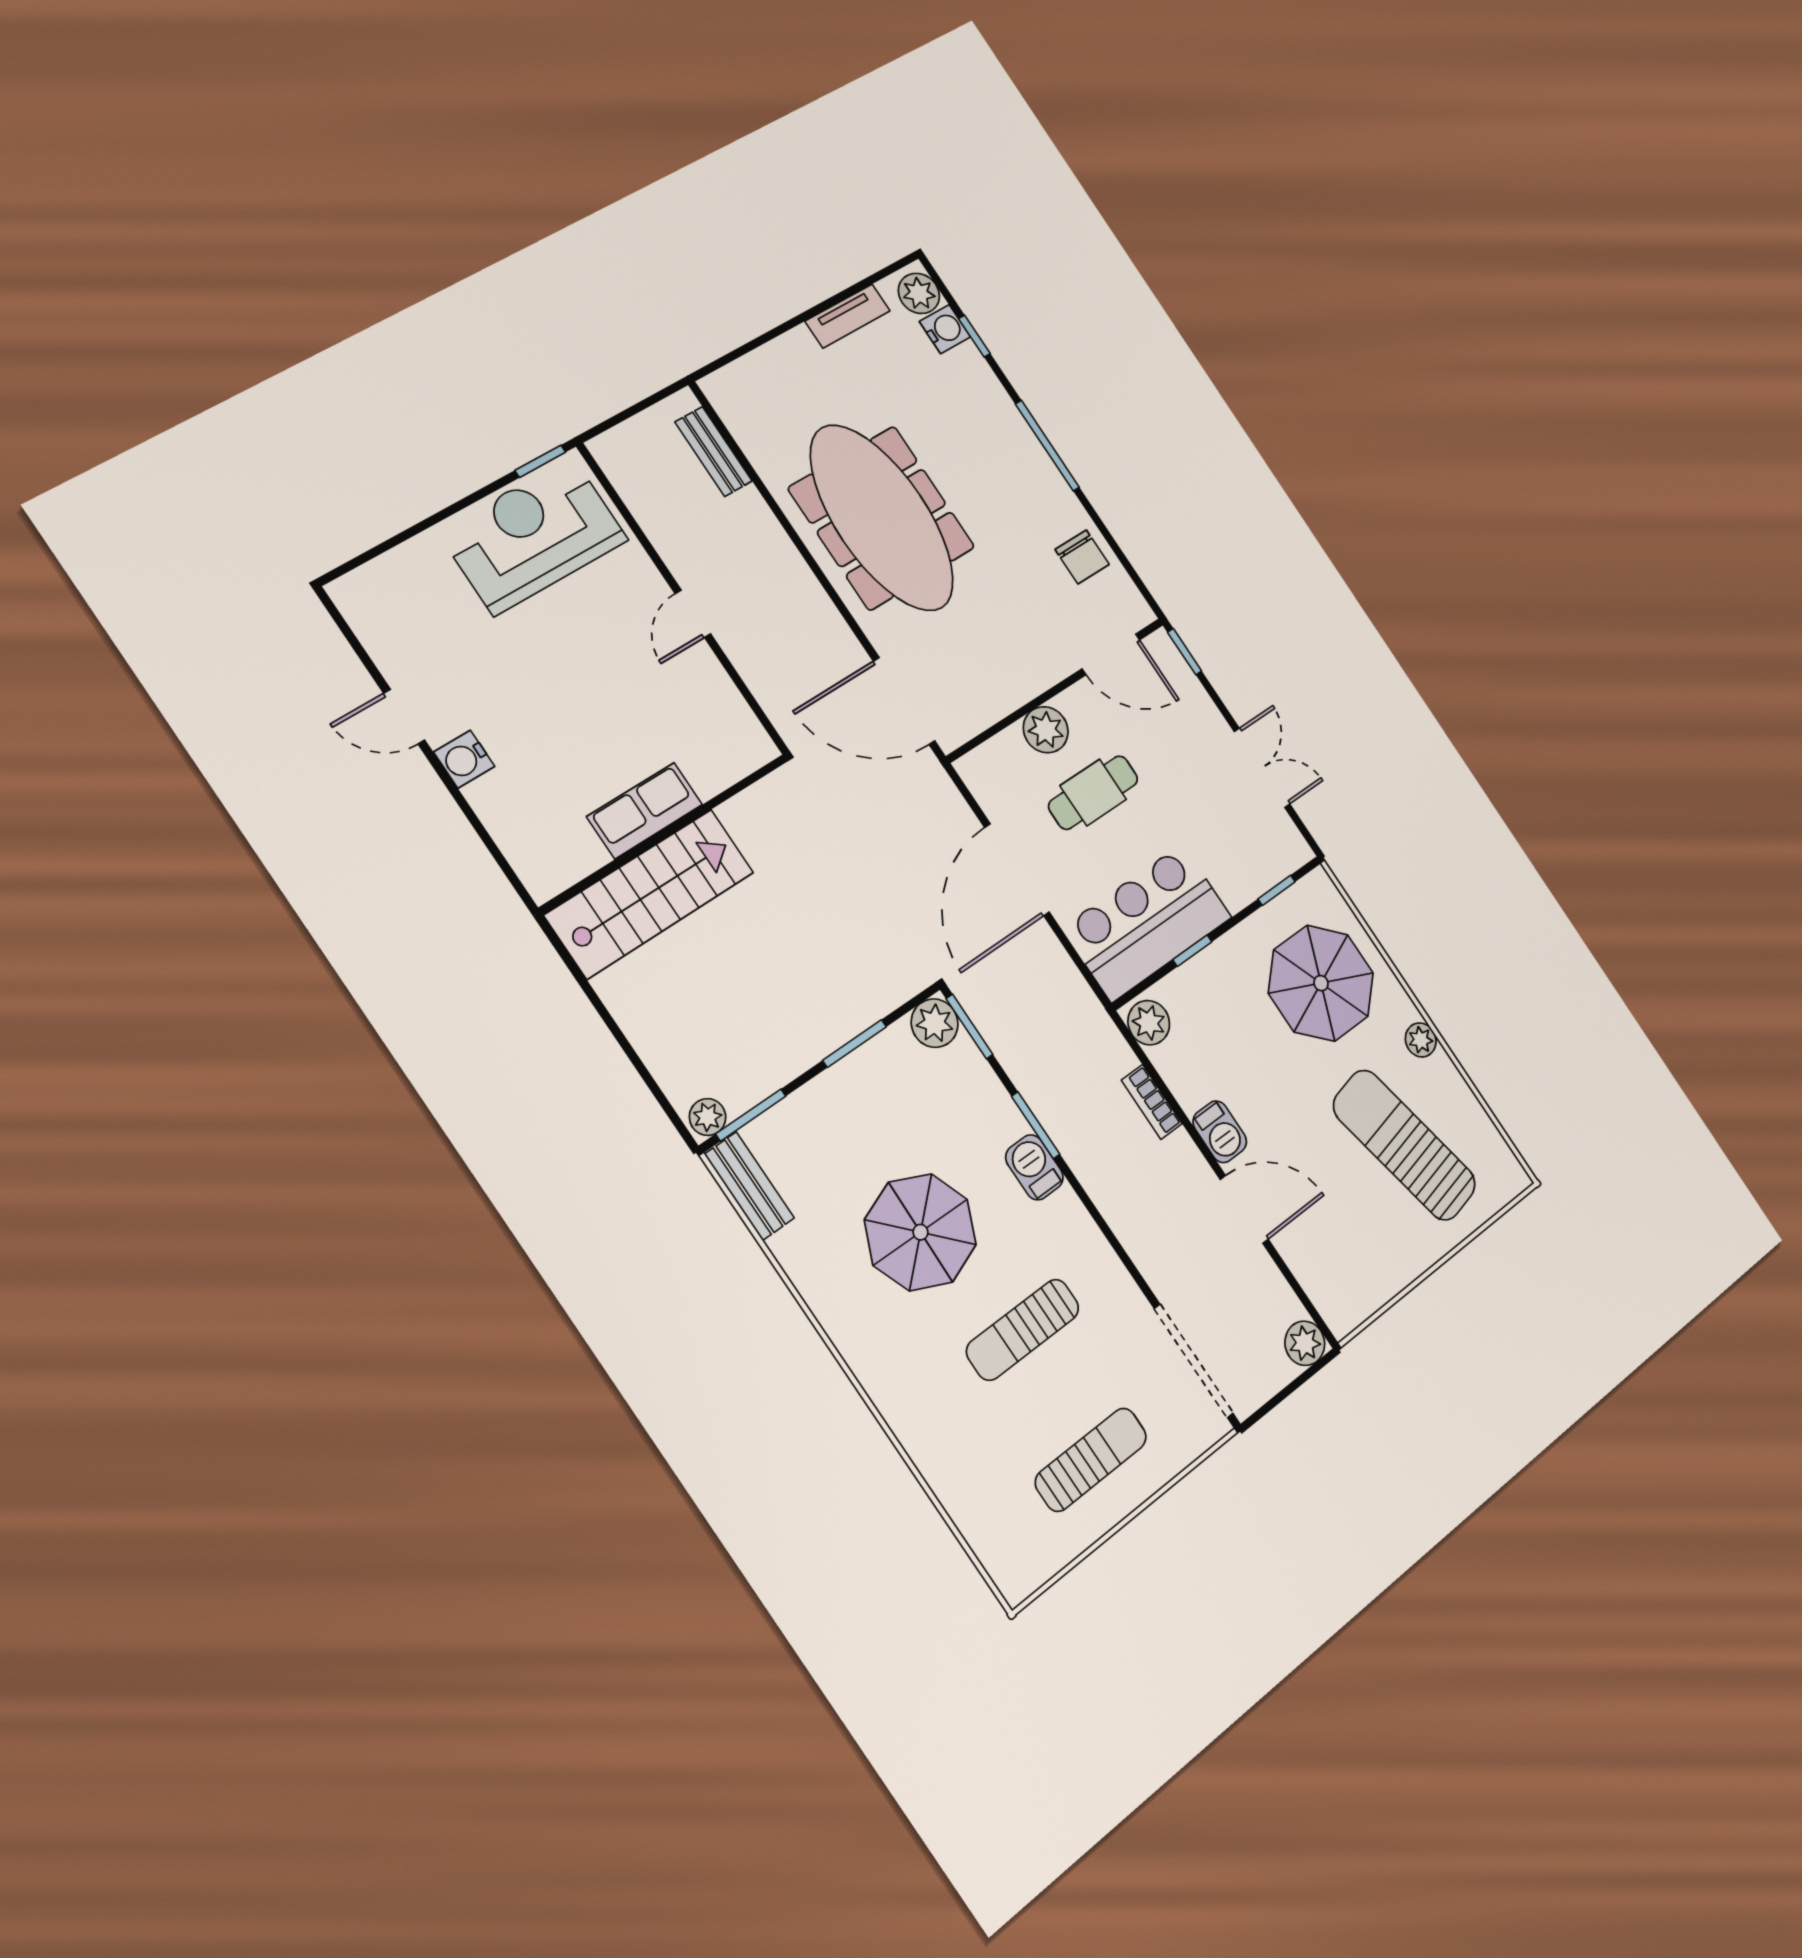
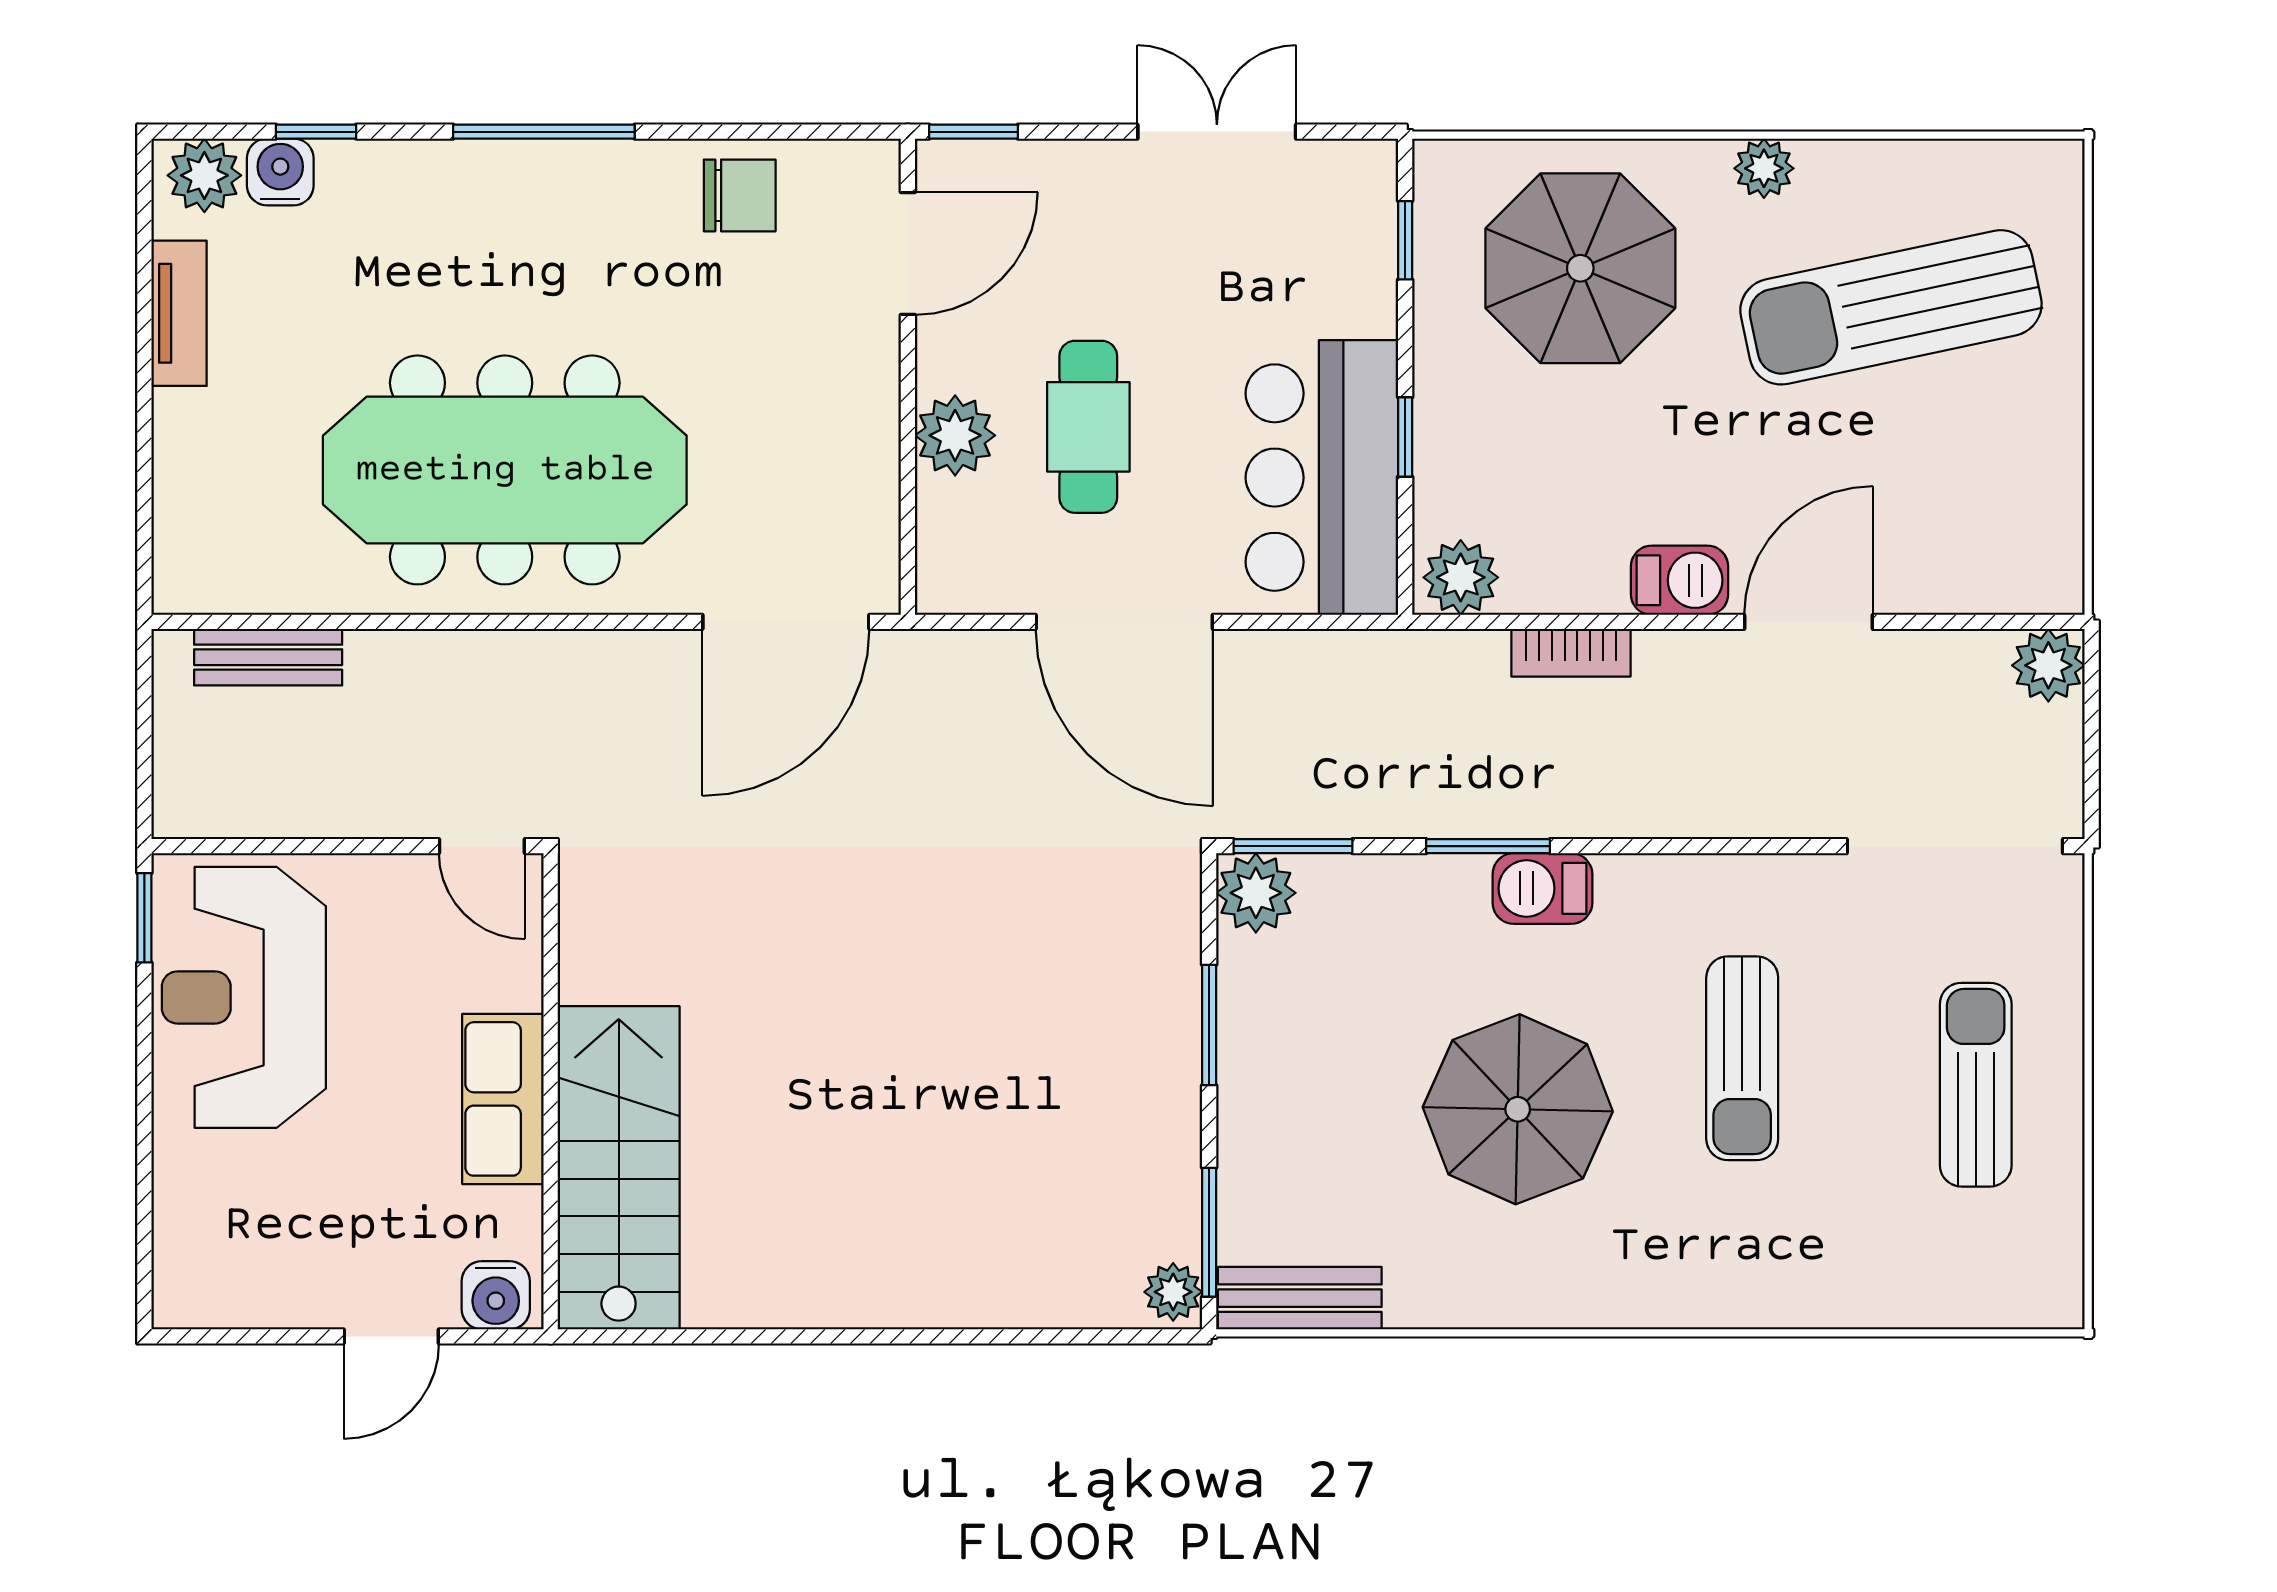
row of seats: (645, 811) -> (503, 1099), moved
wall: (665, 833) -> (551, 1091), moved
stairs: (650, 893) -> (619, 1168), moved

